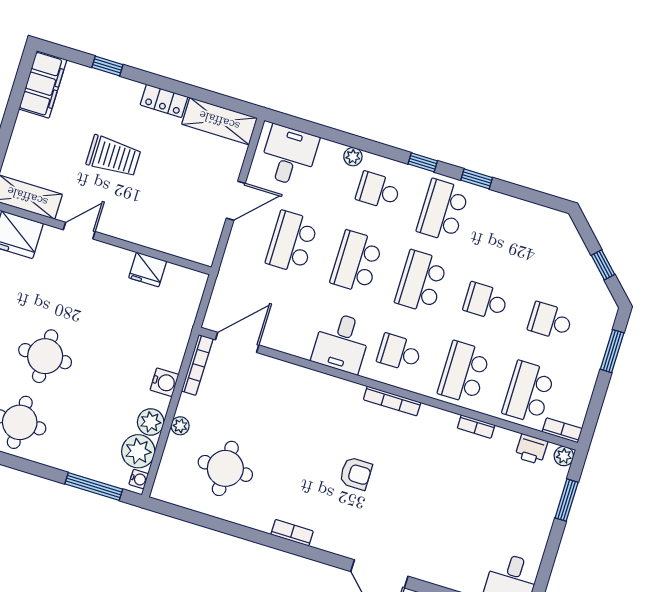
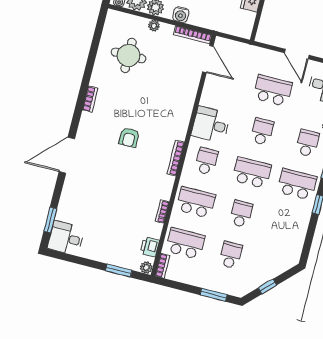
school desk: (356, 262) -> (262, 132), width x0.54

